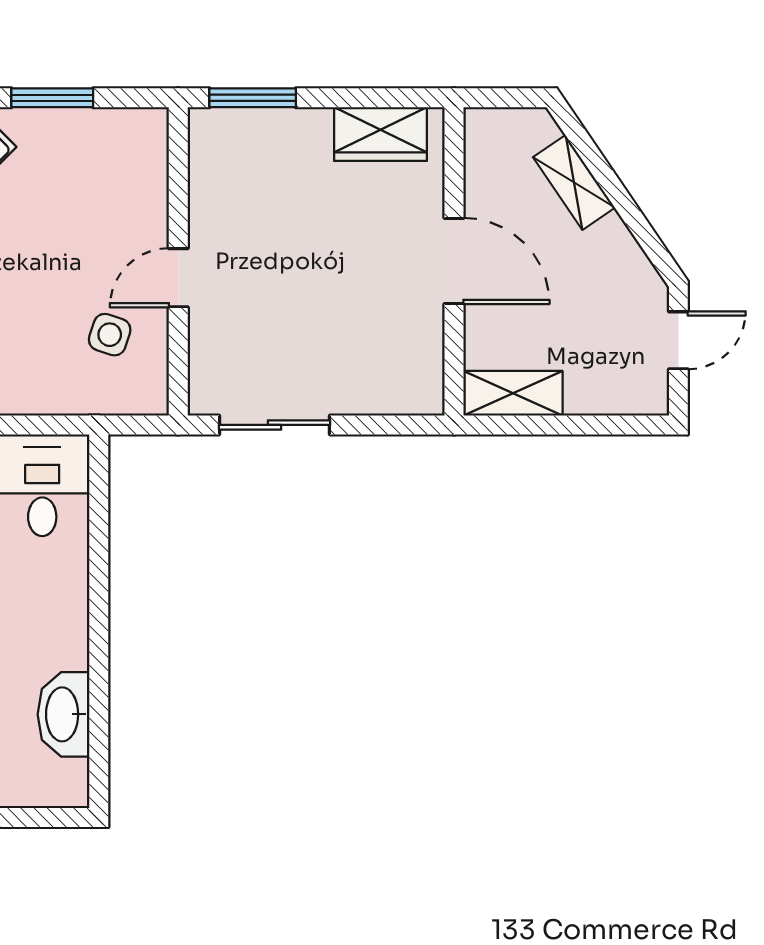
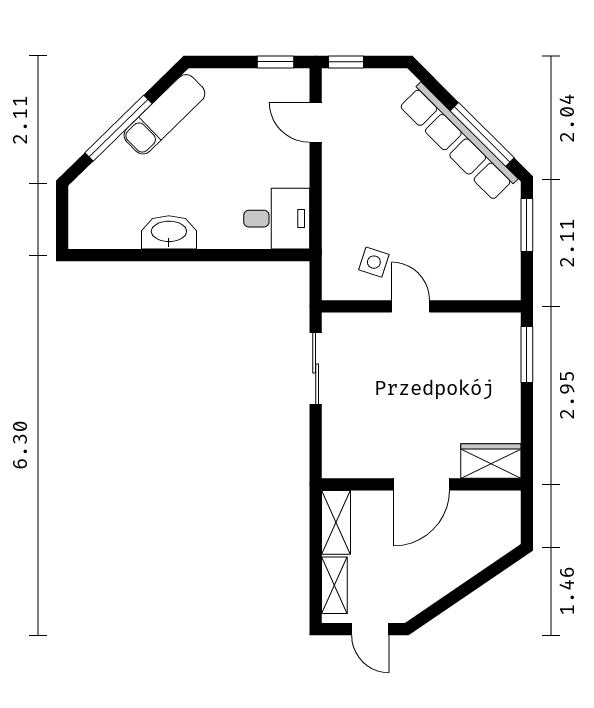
wardrobe: (381, 134) -> (491, 461), moved, turned 90
shelving: (574, 182) -> (334, 585), moved, turned -56
washbasin: (64, 714) -> (169, 232), moved

